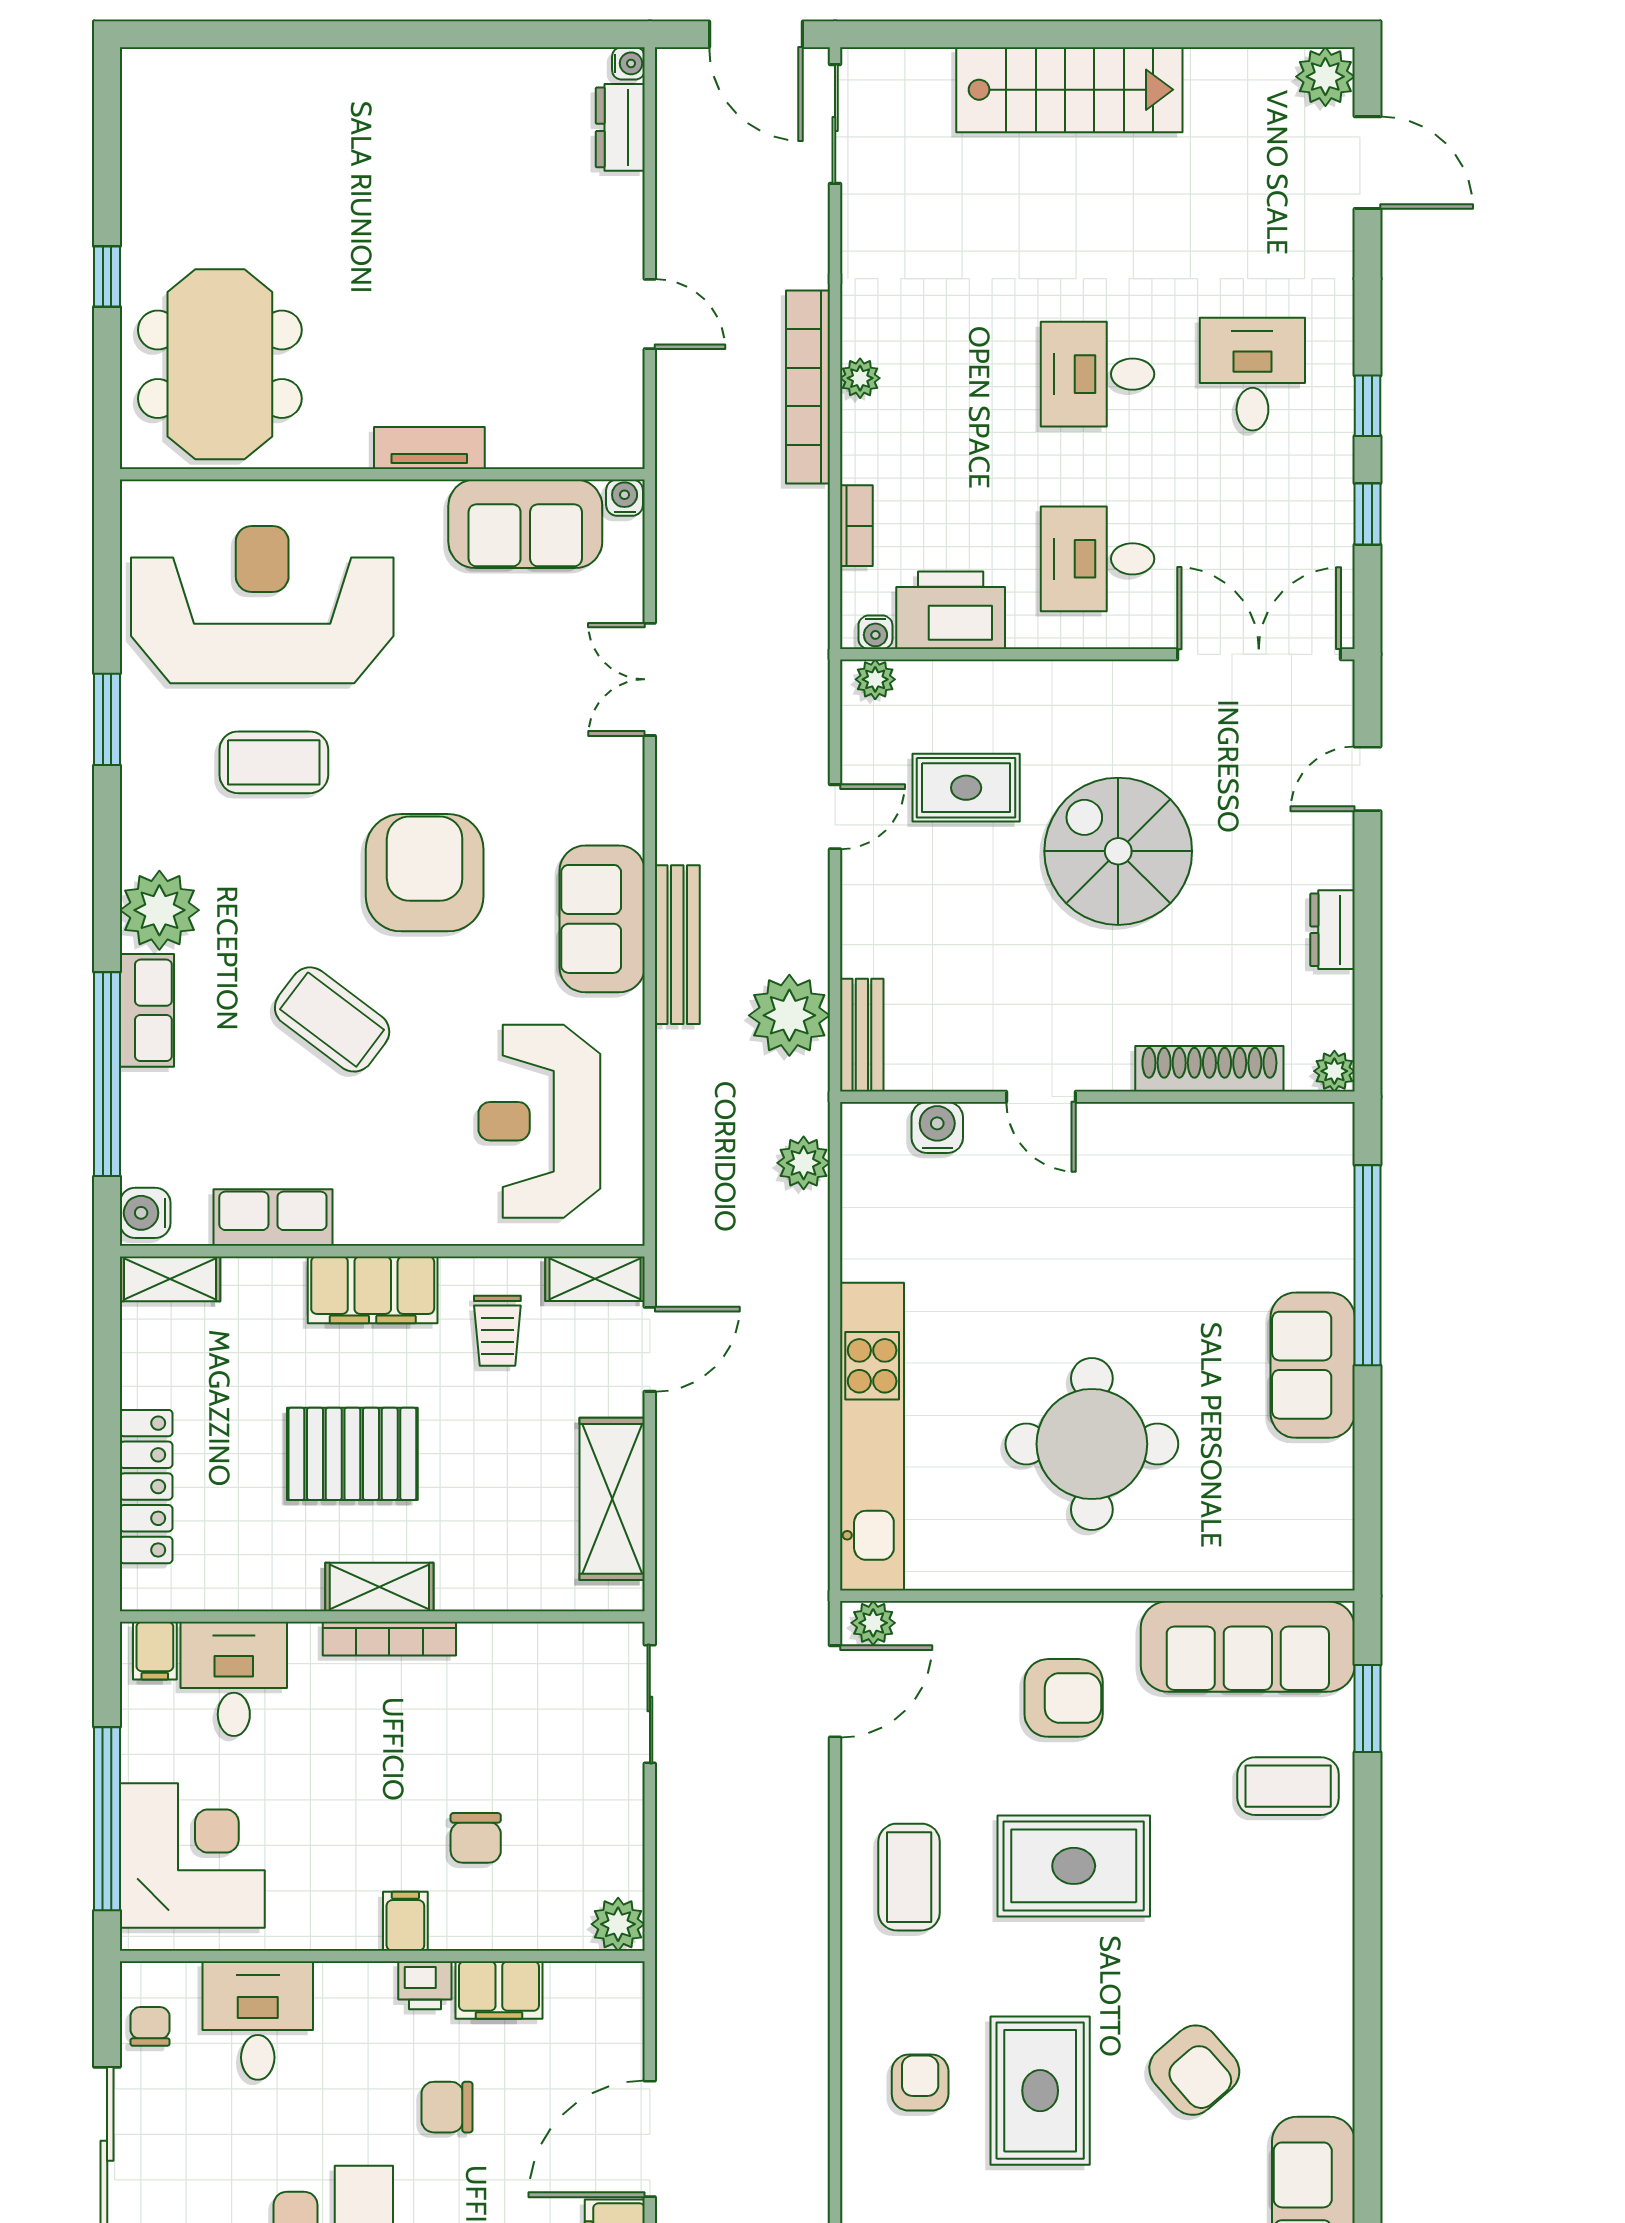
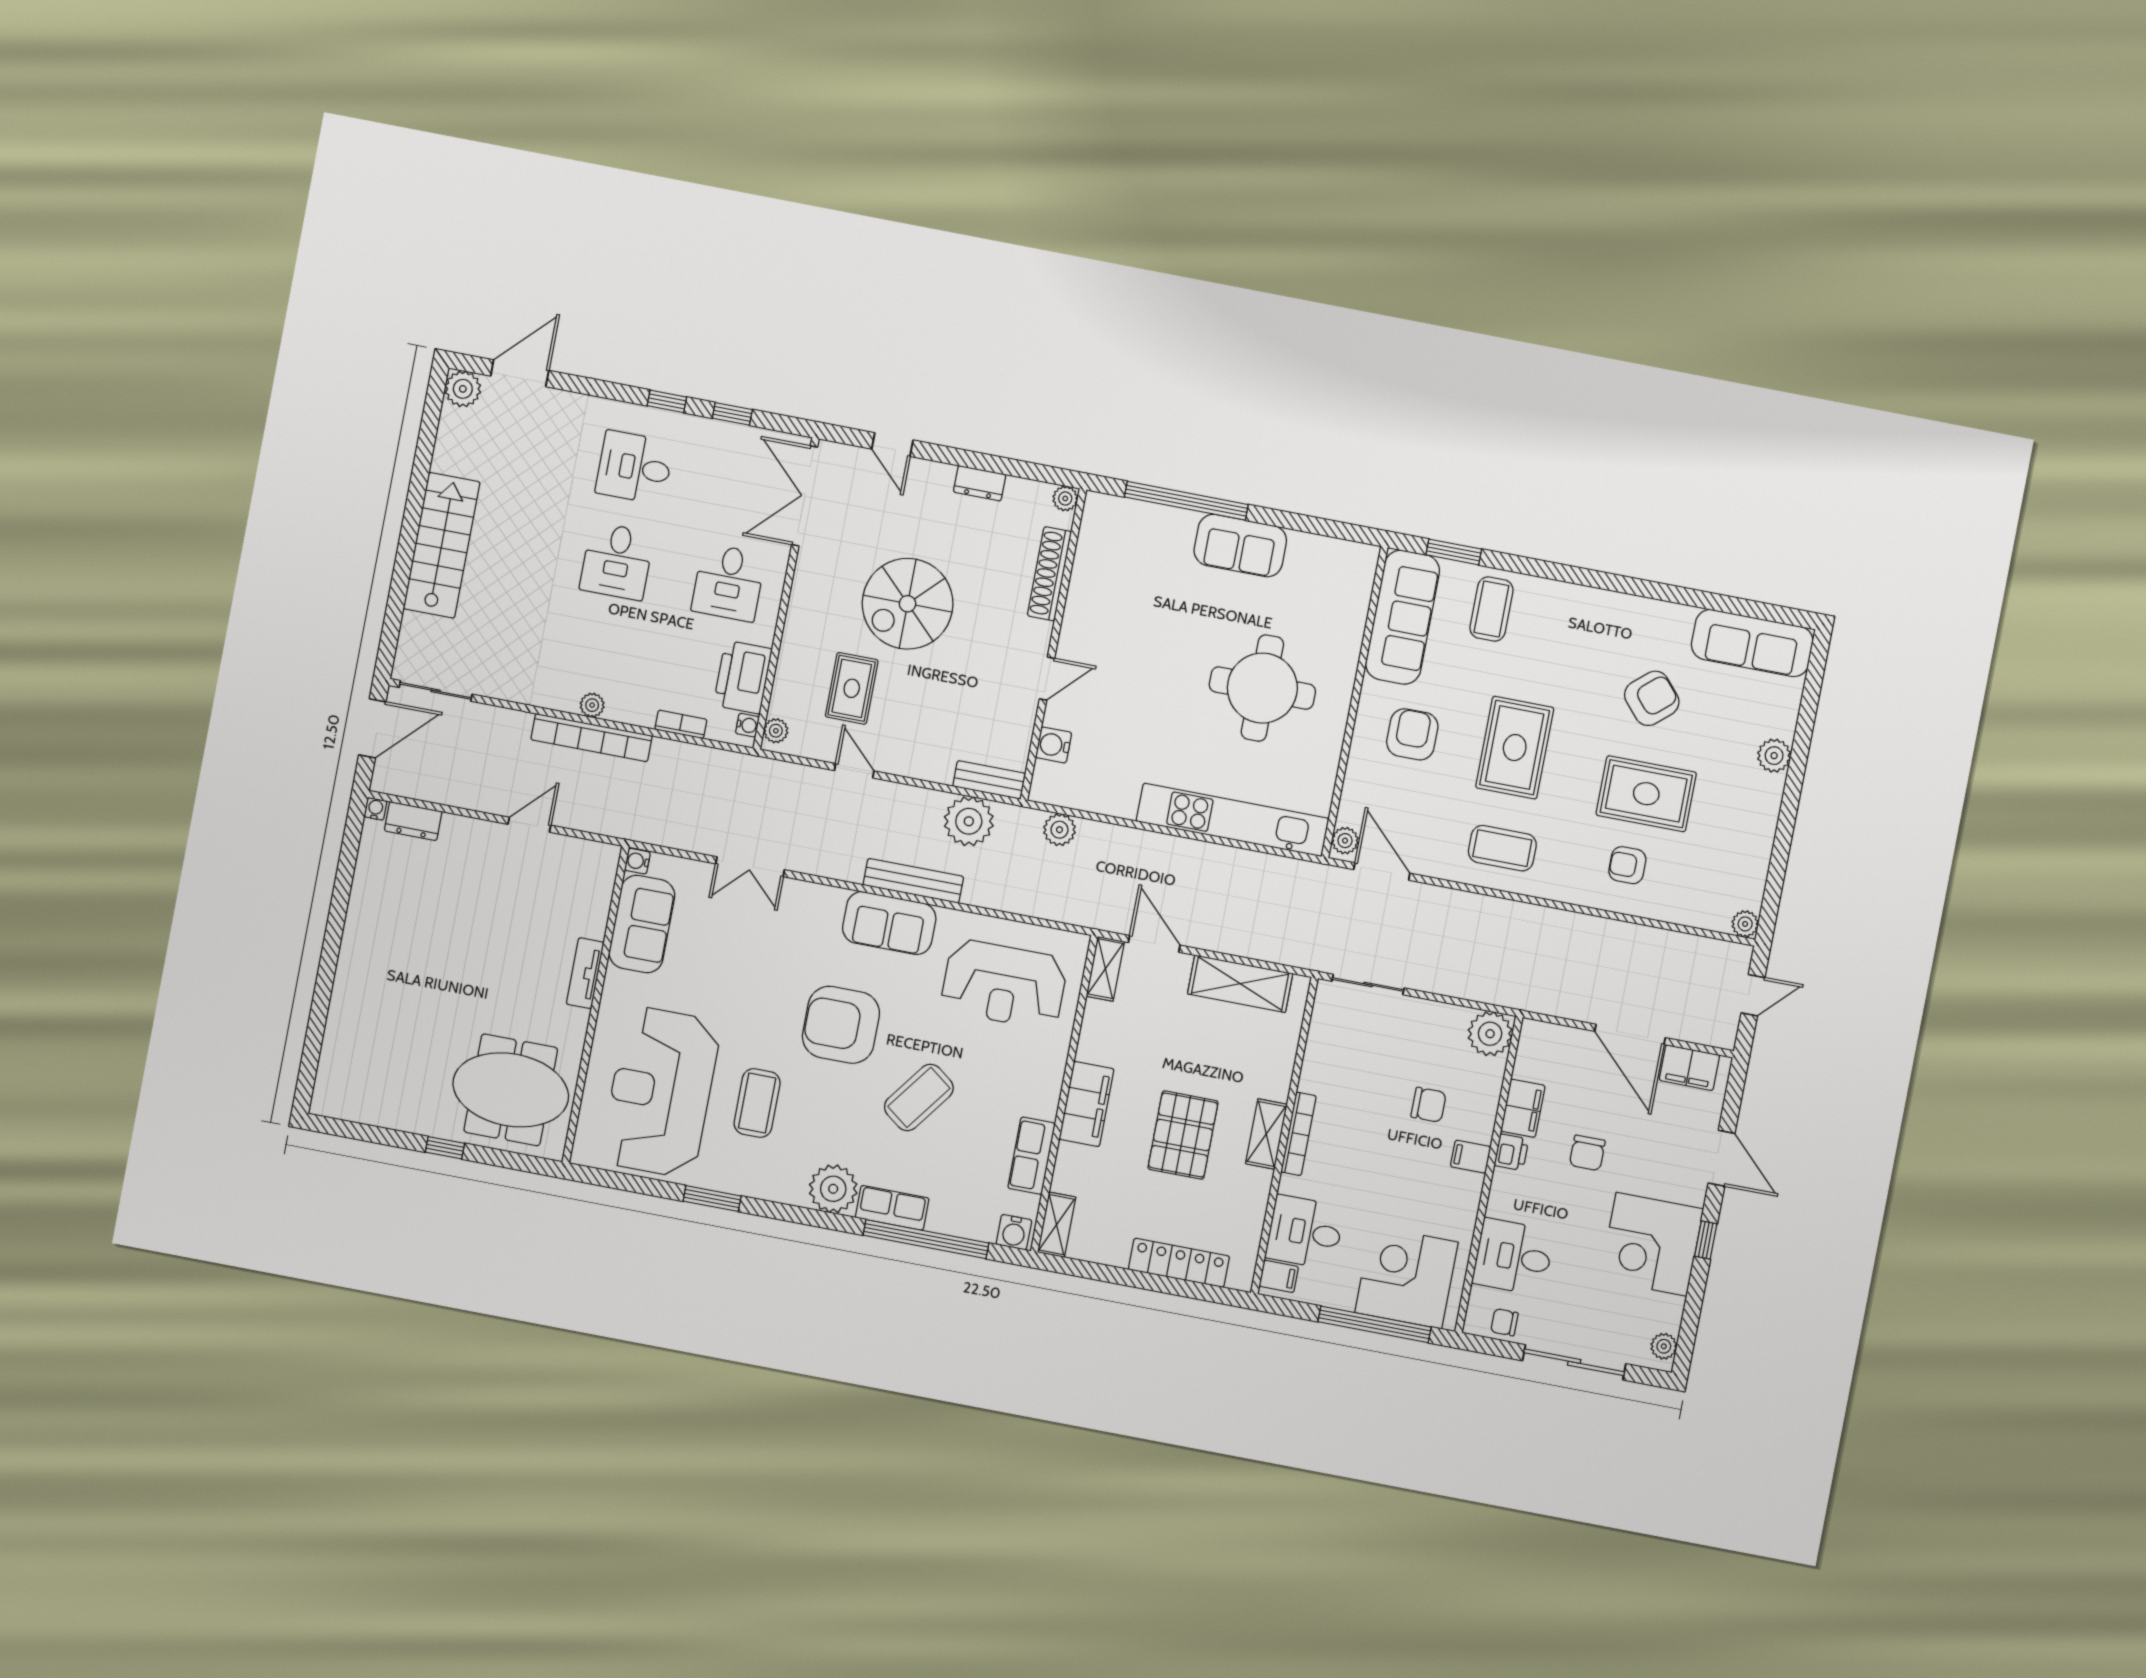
trolley: (497, 1331) -> (1126, 1034), removed
plant: (618, 1924) -> (1490, 1034), width x1.36, depth x1.36

